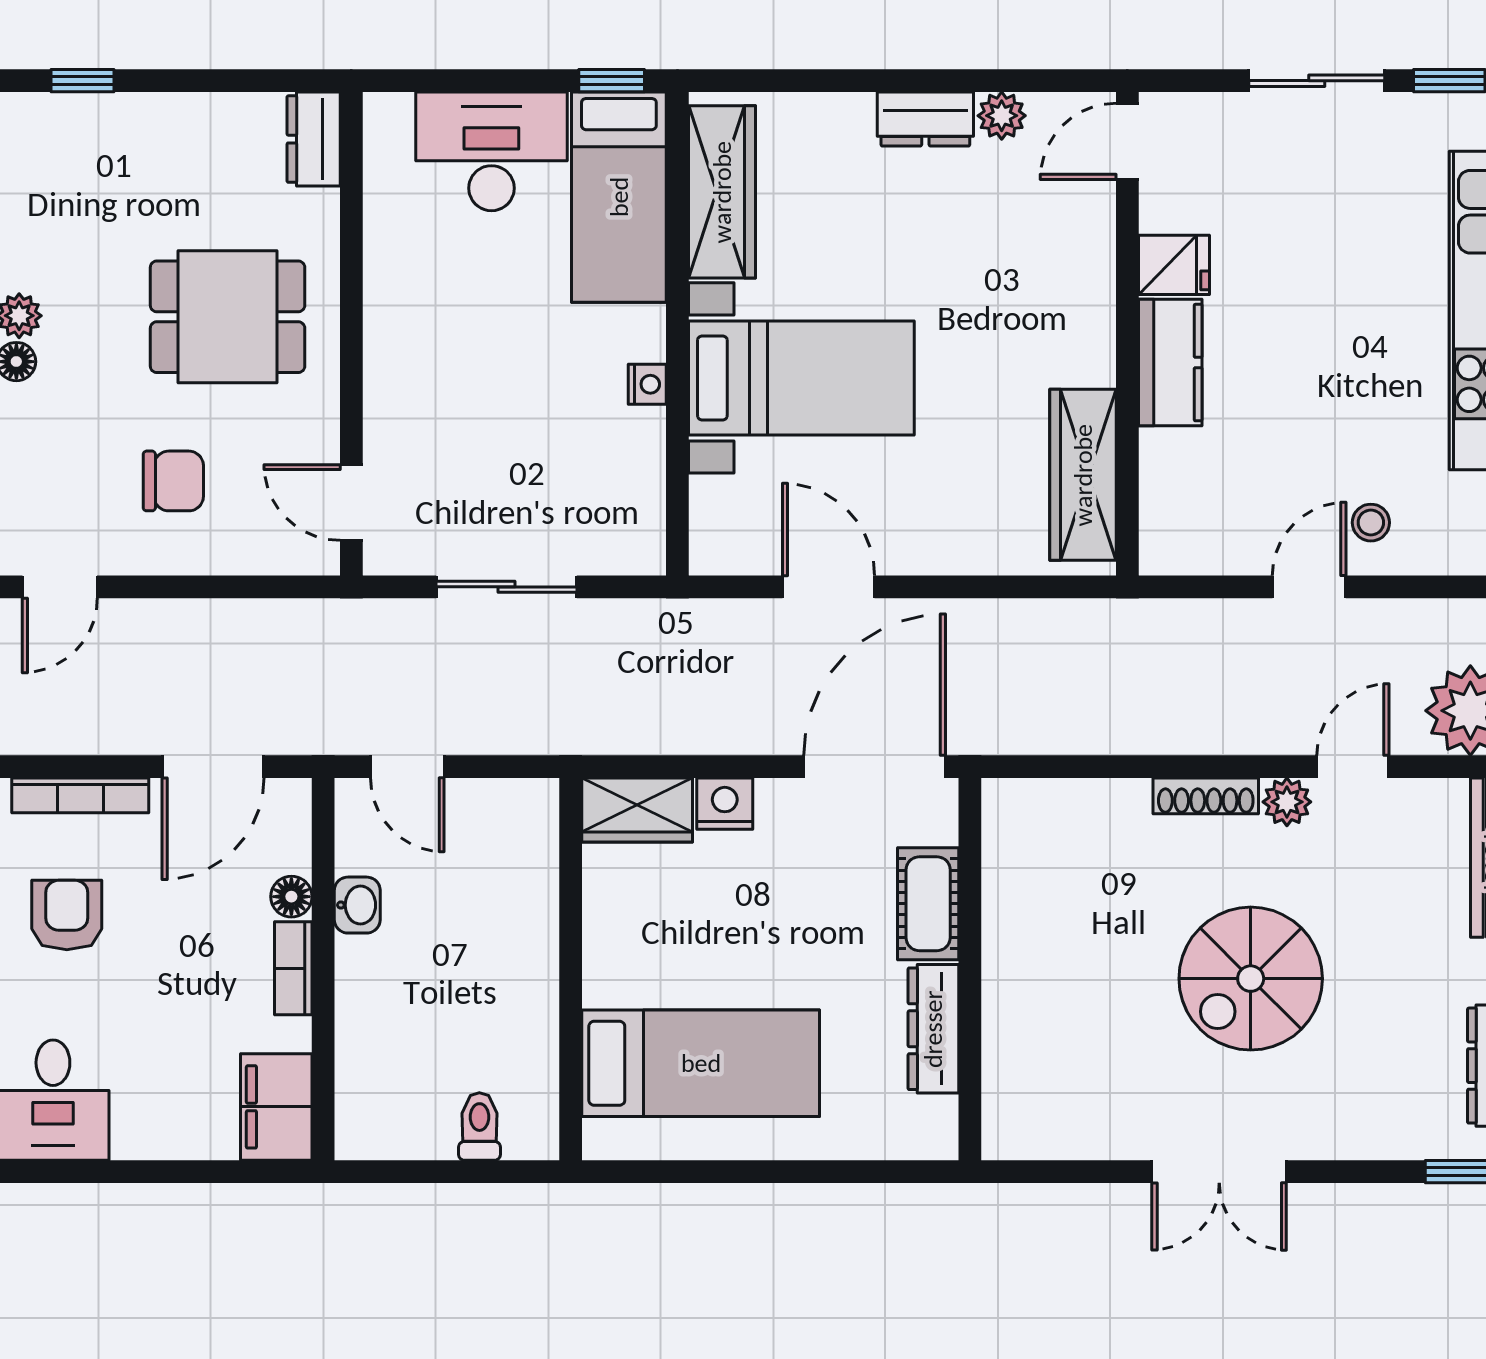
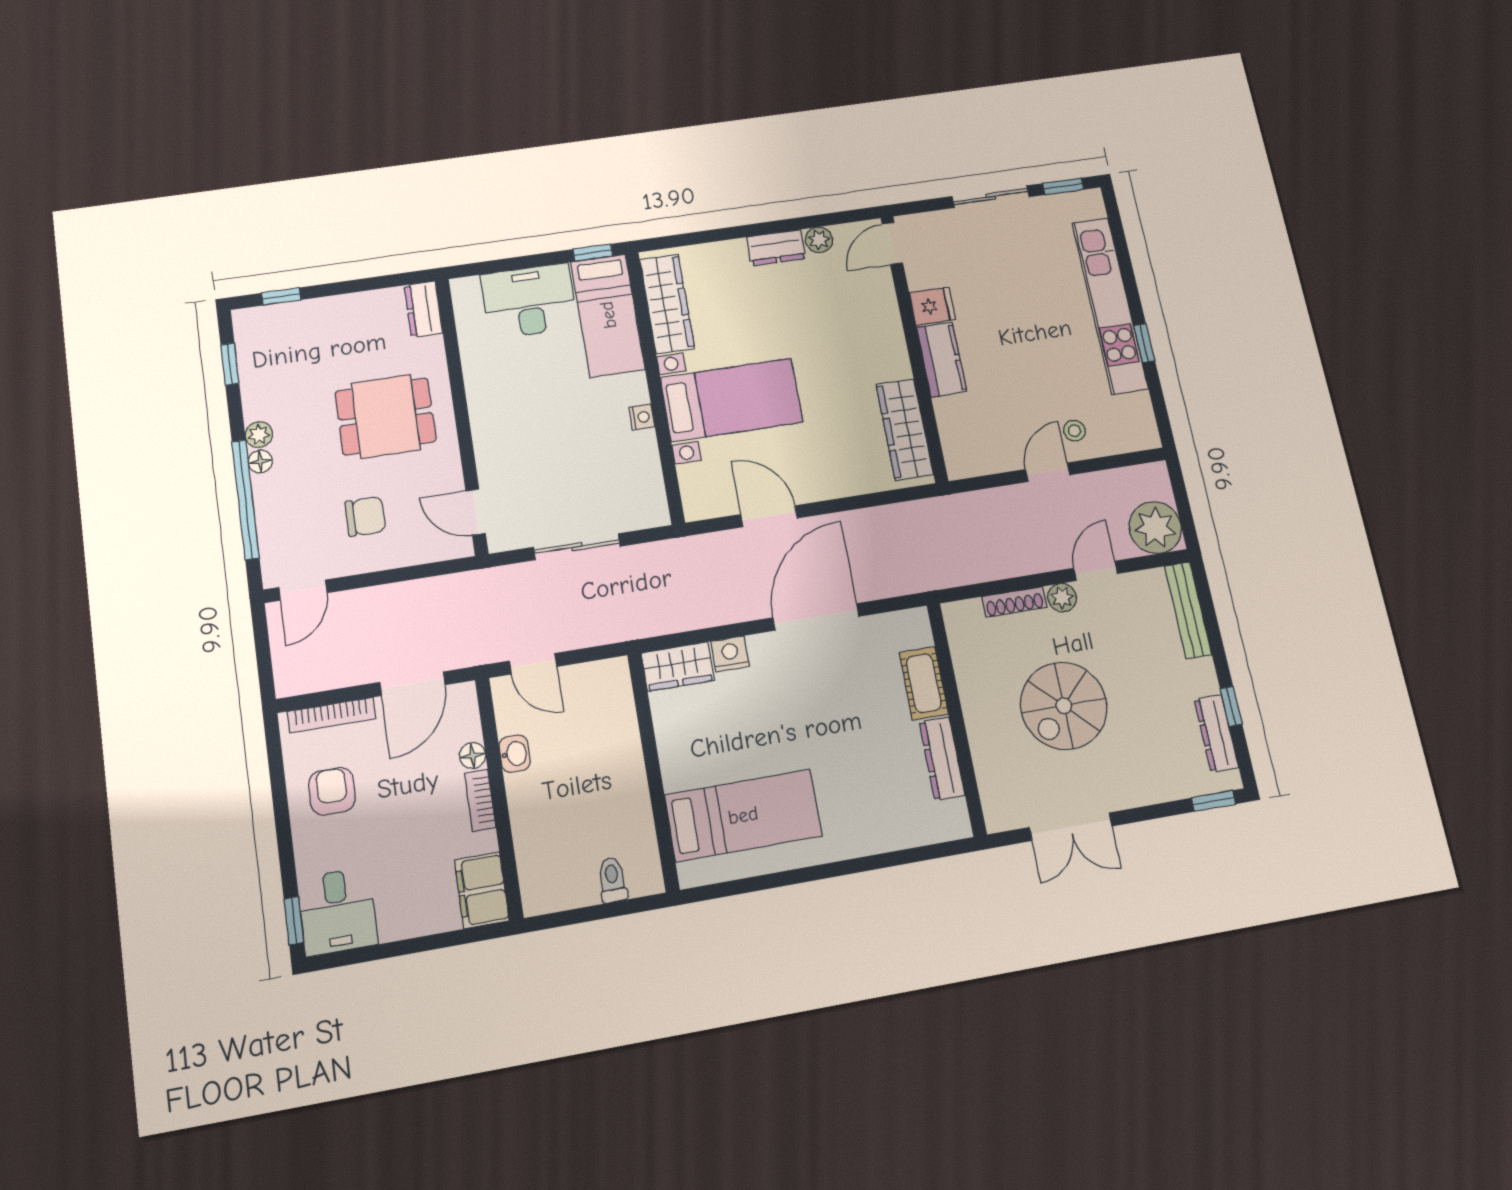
cot: (928, 904) -> (924, 683), moved
wall: (970, 969) -> (956, 718), moved
dresser: (933, 1029) -> (942, 758), moved

